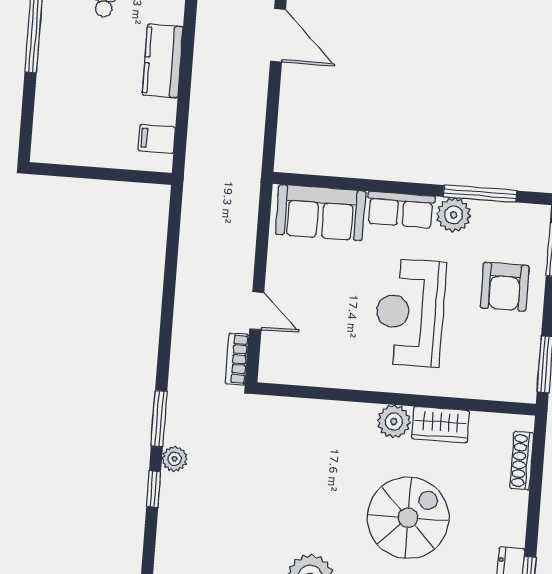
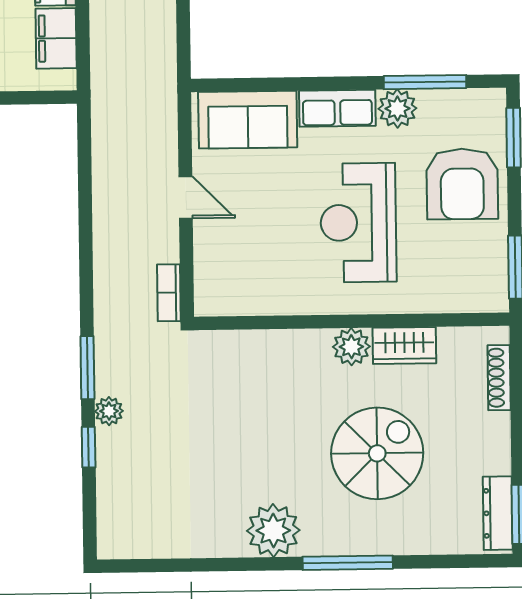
filing cabinet: (157, 139) -> (56, 38), width x2.00
armchair: (505, 287) -> (462, 184), width x1.36, depth x1.36
door: (257, 311) -> (186, 197), moved

